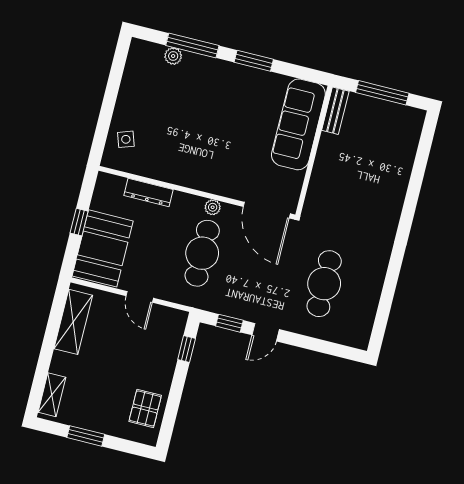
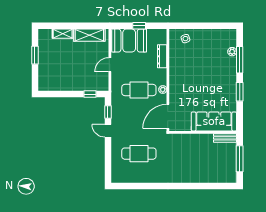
shelving: (52, 395) -> (63, 34), moved
pallet: (145, 408) -> (56, 81), removed

